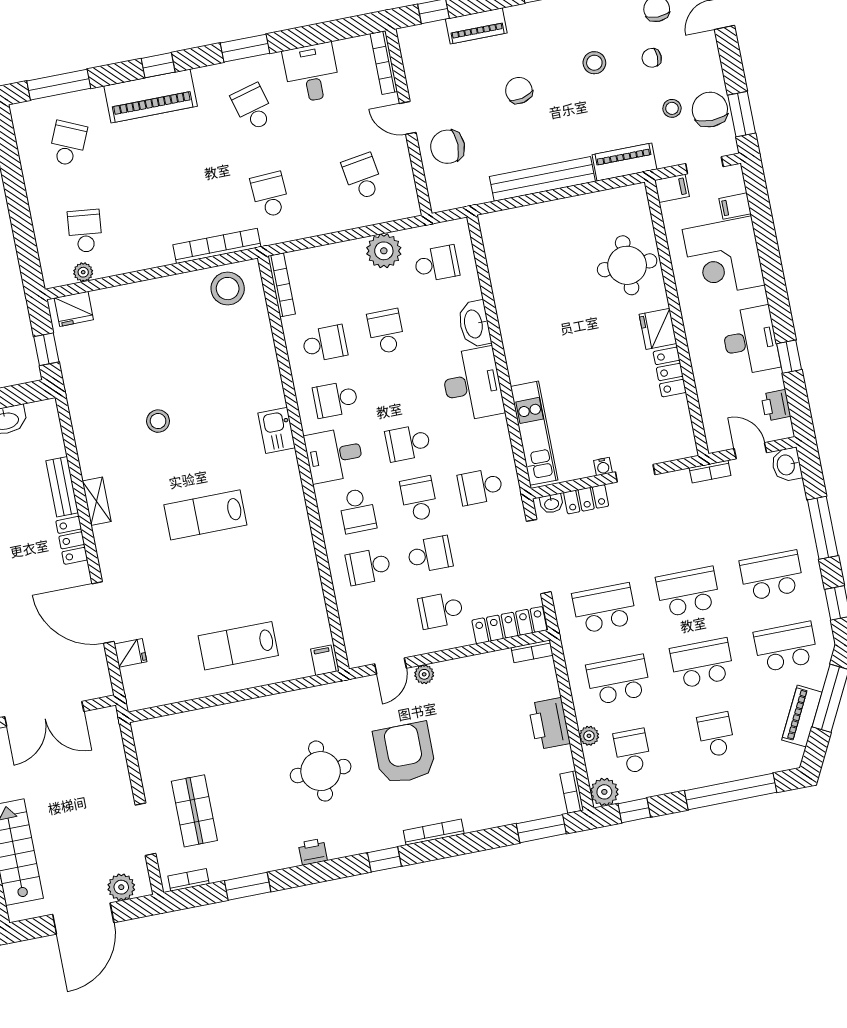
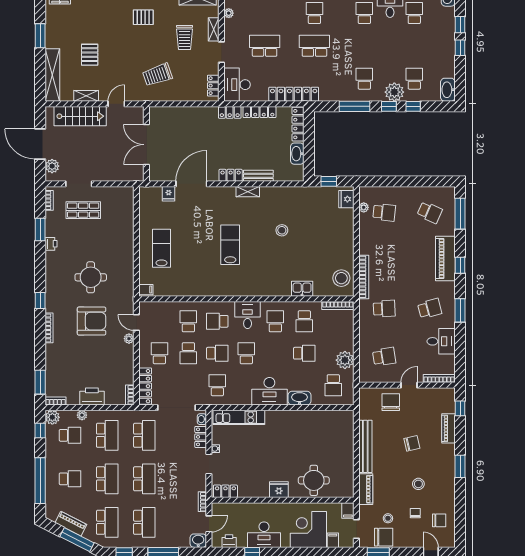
locker: (670, 372) -> (225, 491), moved
kitchen sink: (277, 430) -> (302, 289), moved
printer: (313, 852) -> (51, 244), moved

